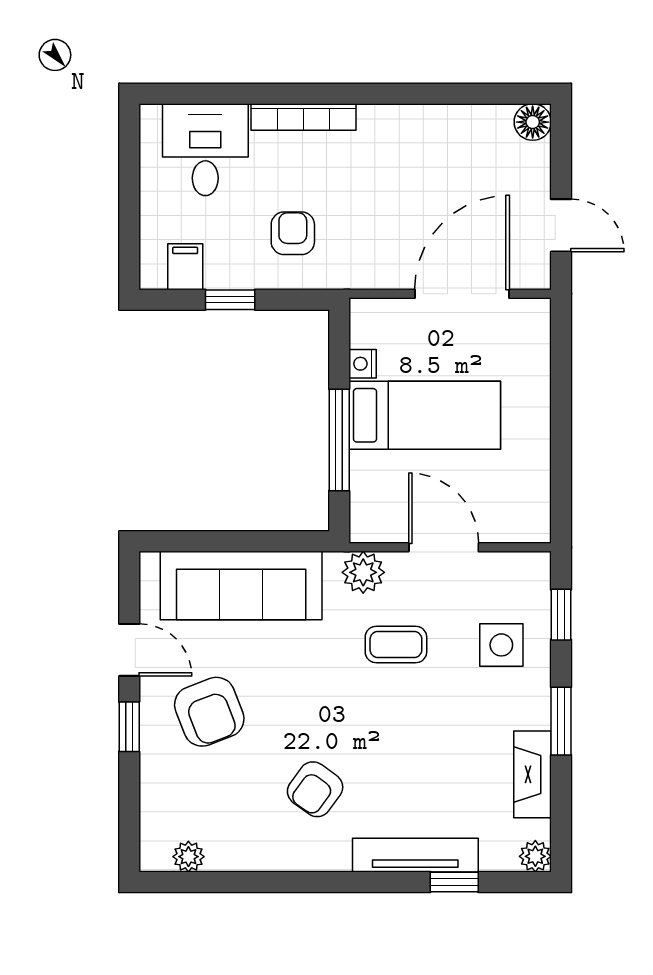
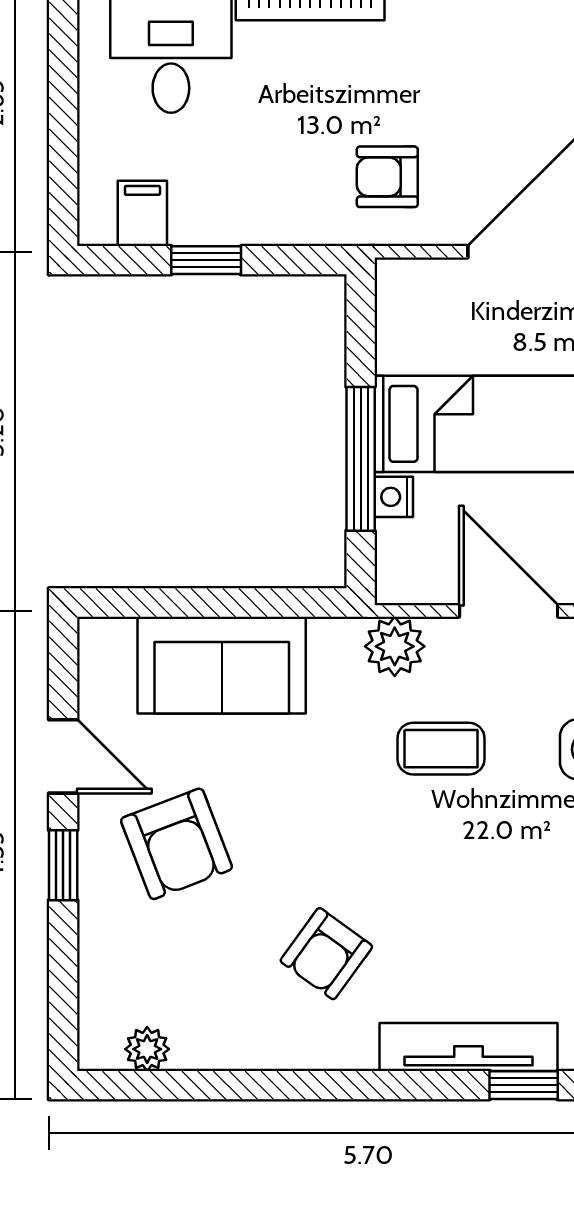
armchair: (293, 233) -> (387, 177), moved, turned -90
nightstand: (363, 364) -> (394, 497), moved
sofa: (241, 586) -> (222, 665), width x0.73

